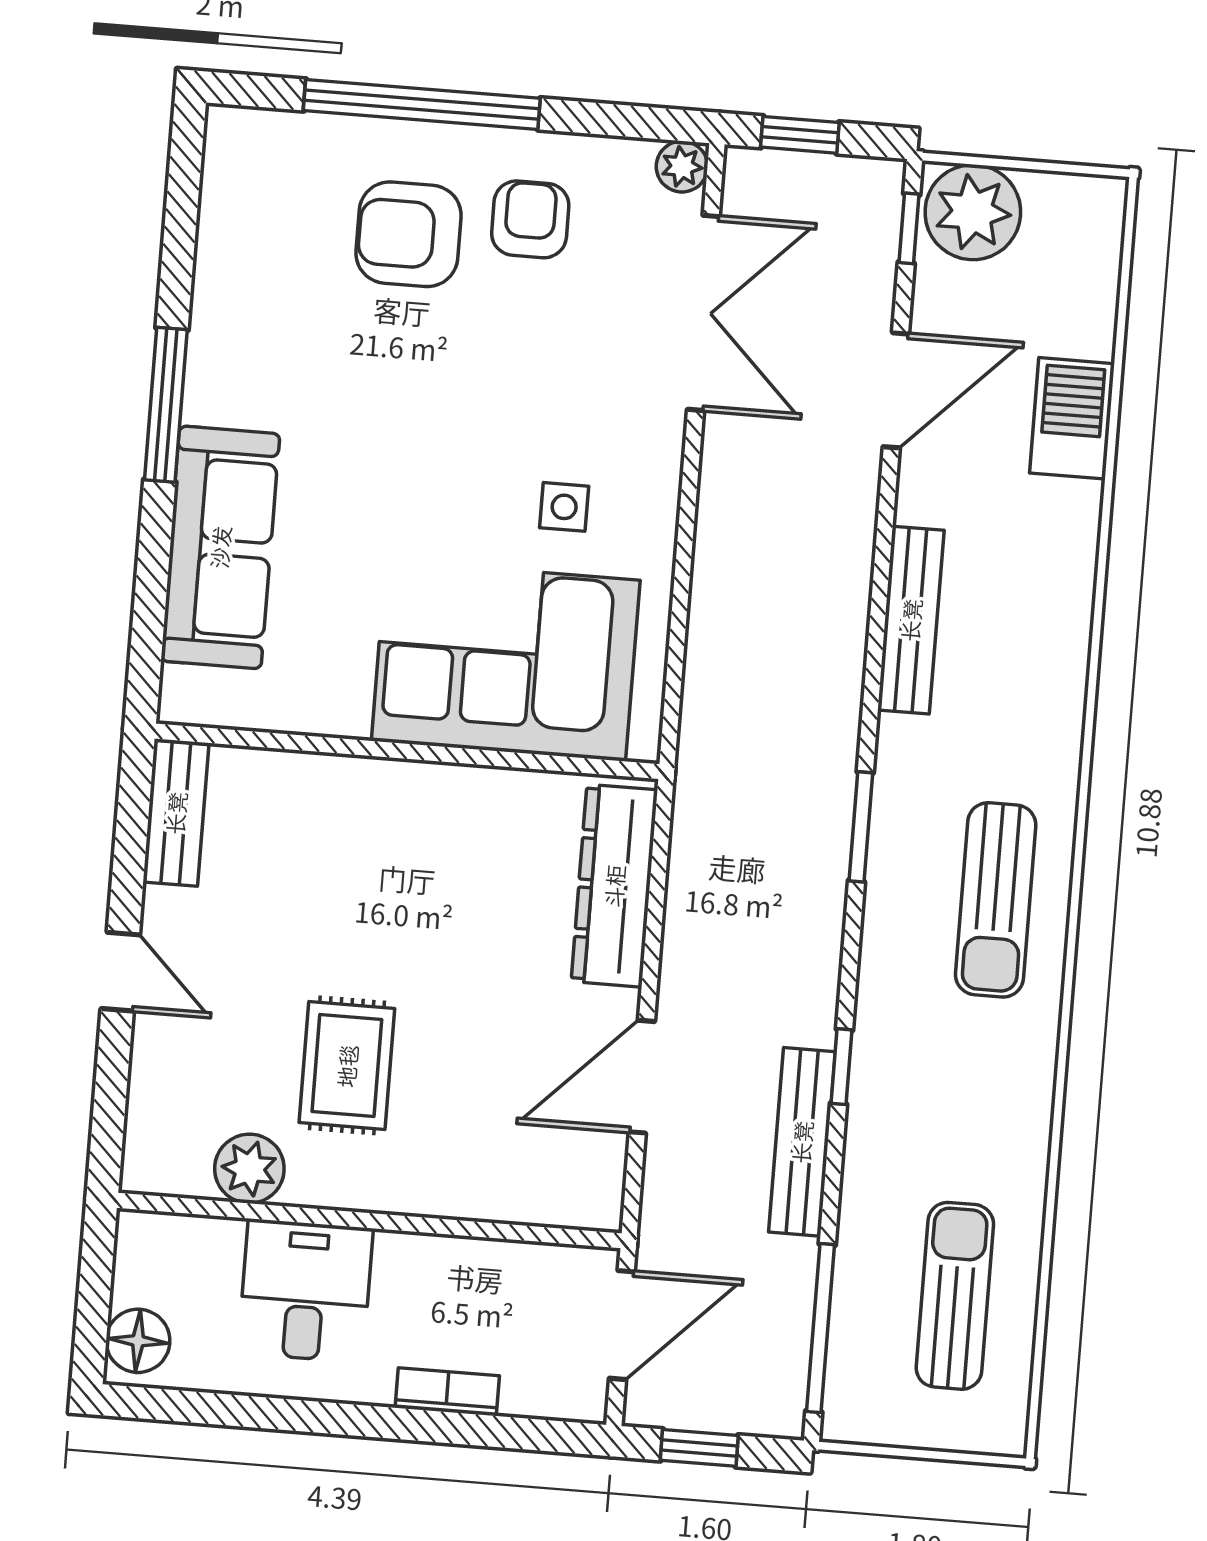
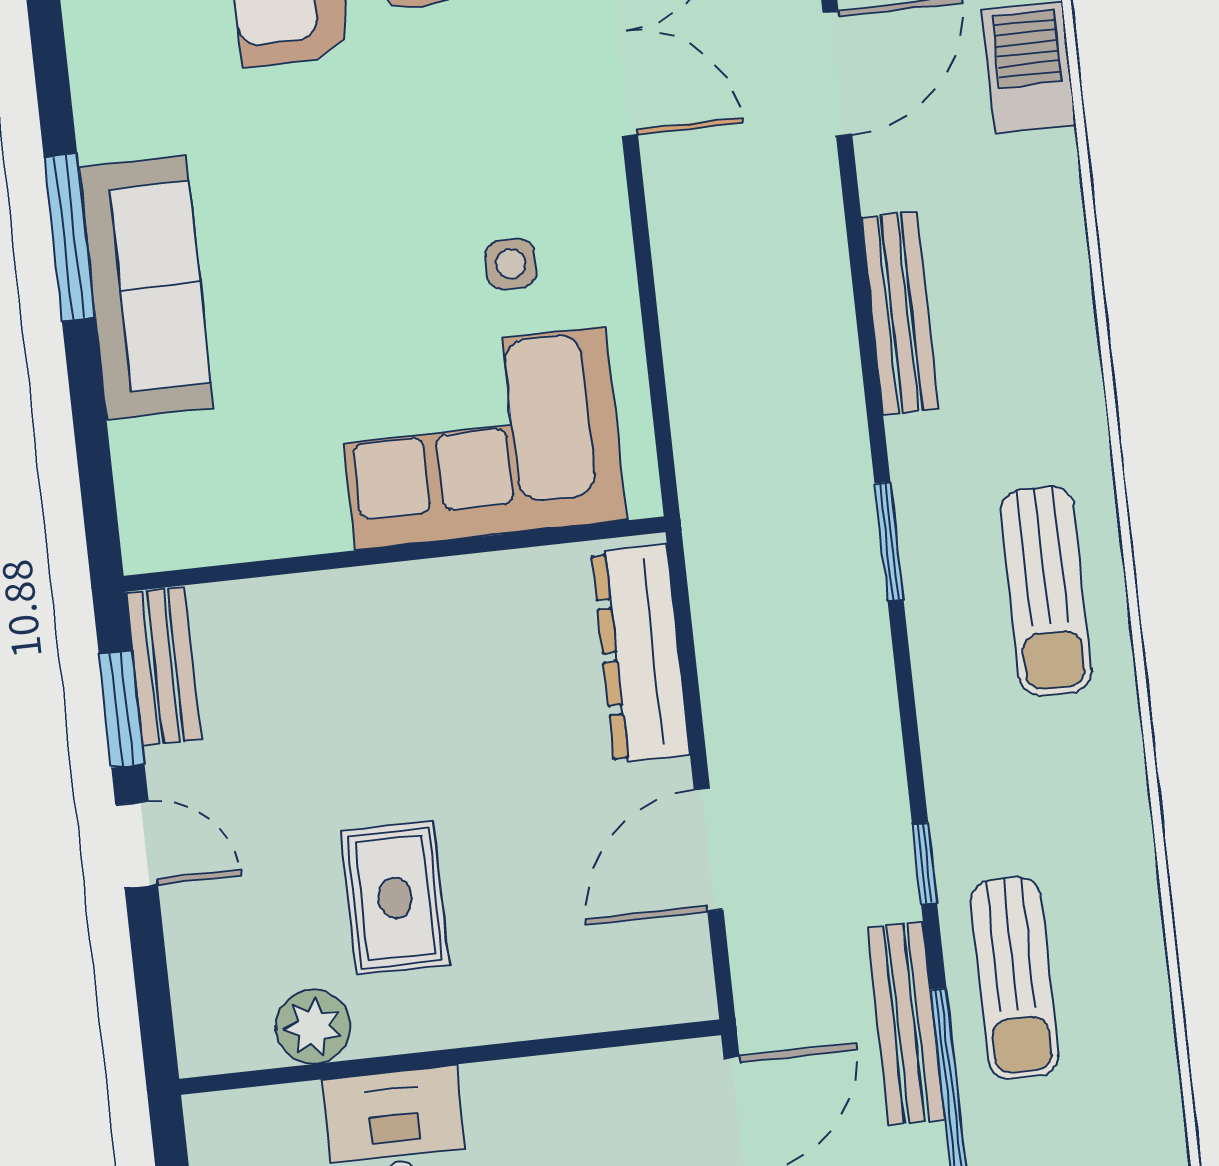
sofa: (220, 547) -> (146, 288), moved
window: (130, 845) -> (122, 709), added
window: (842, 1067) -> (925, 864), moved
bench: (802, 1142) -> (906, 1023), moved
sun lounger: (955, 1296) -> (1015, 978), moved, turned 180

